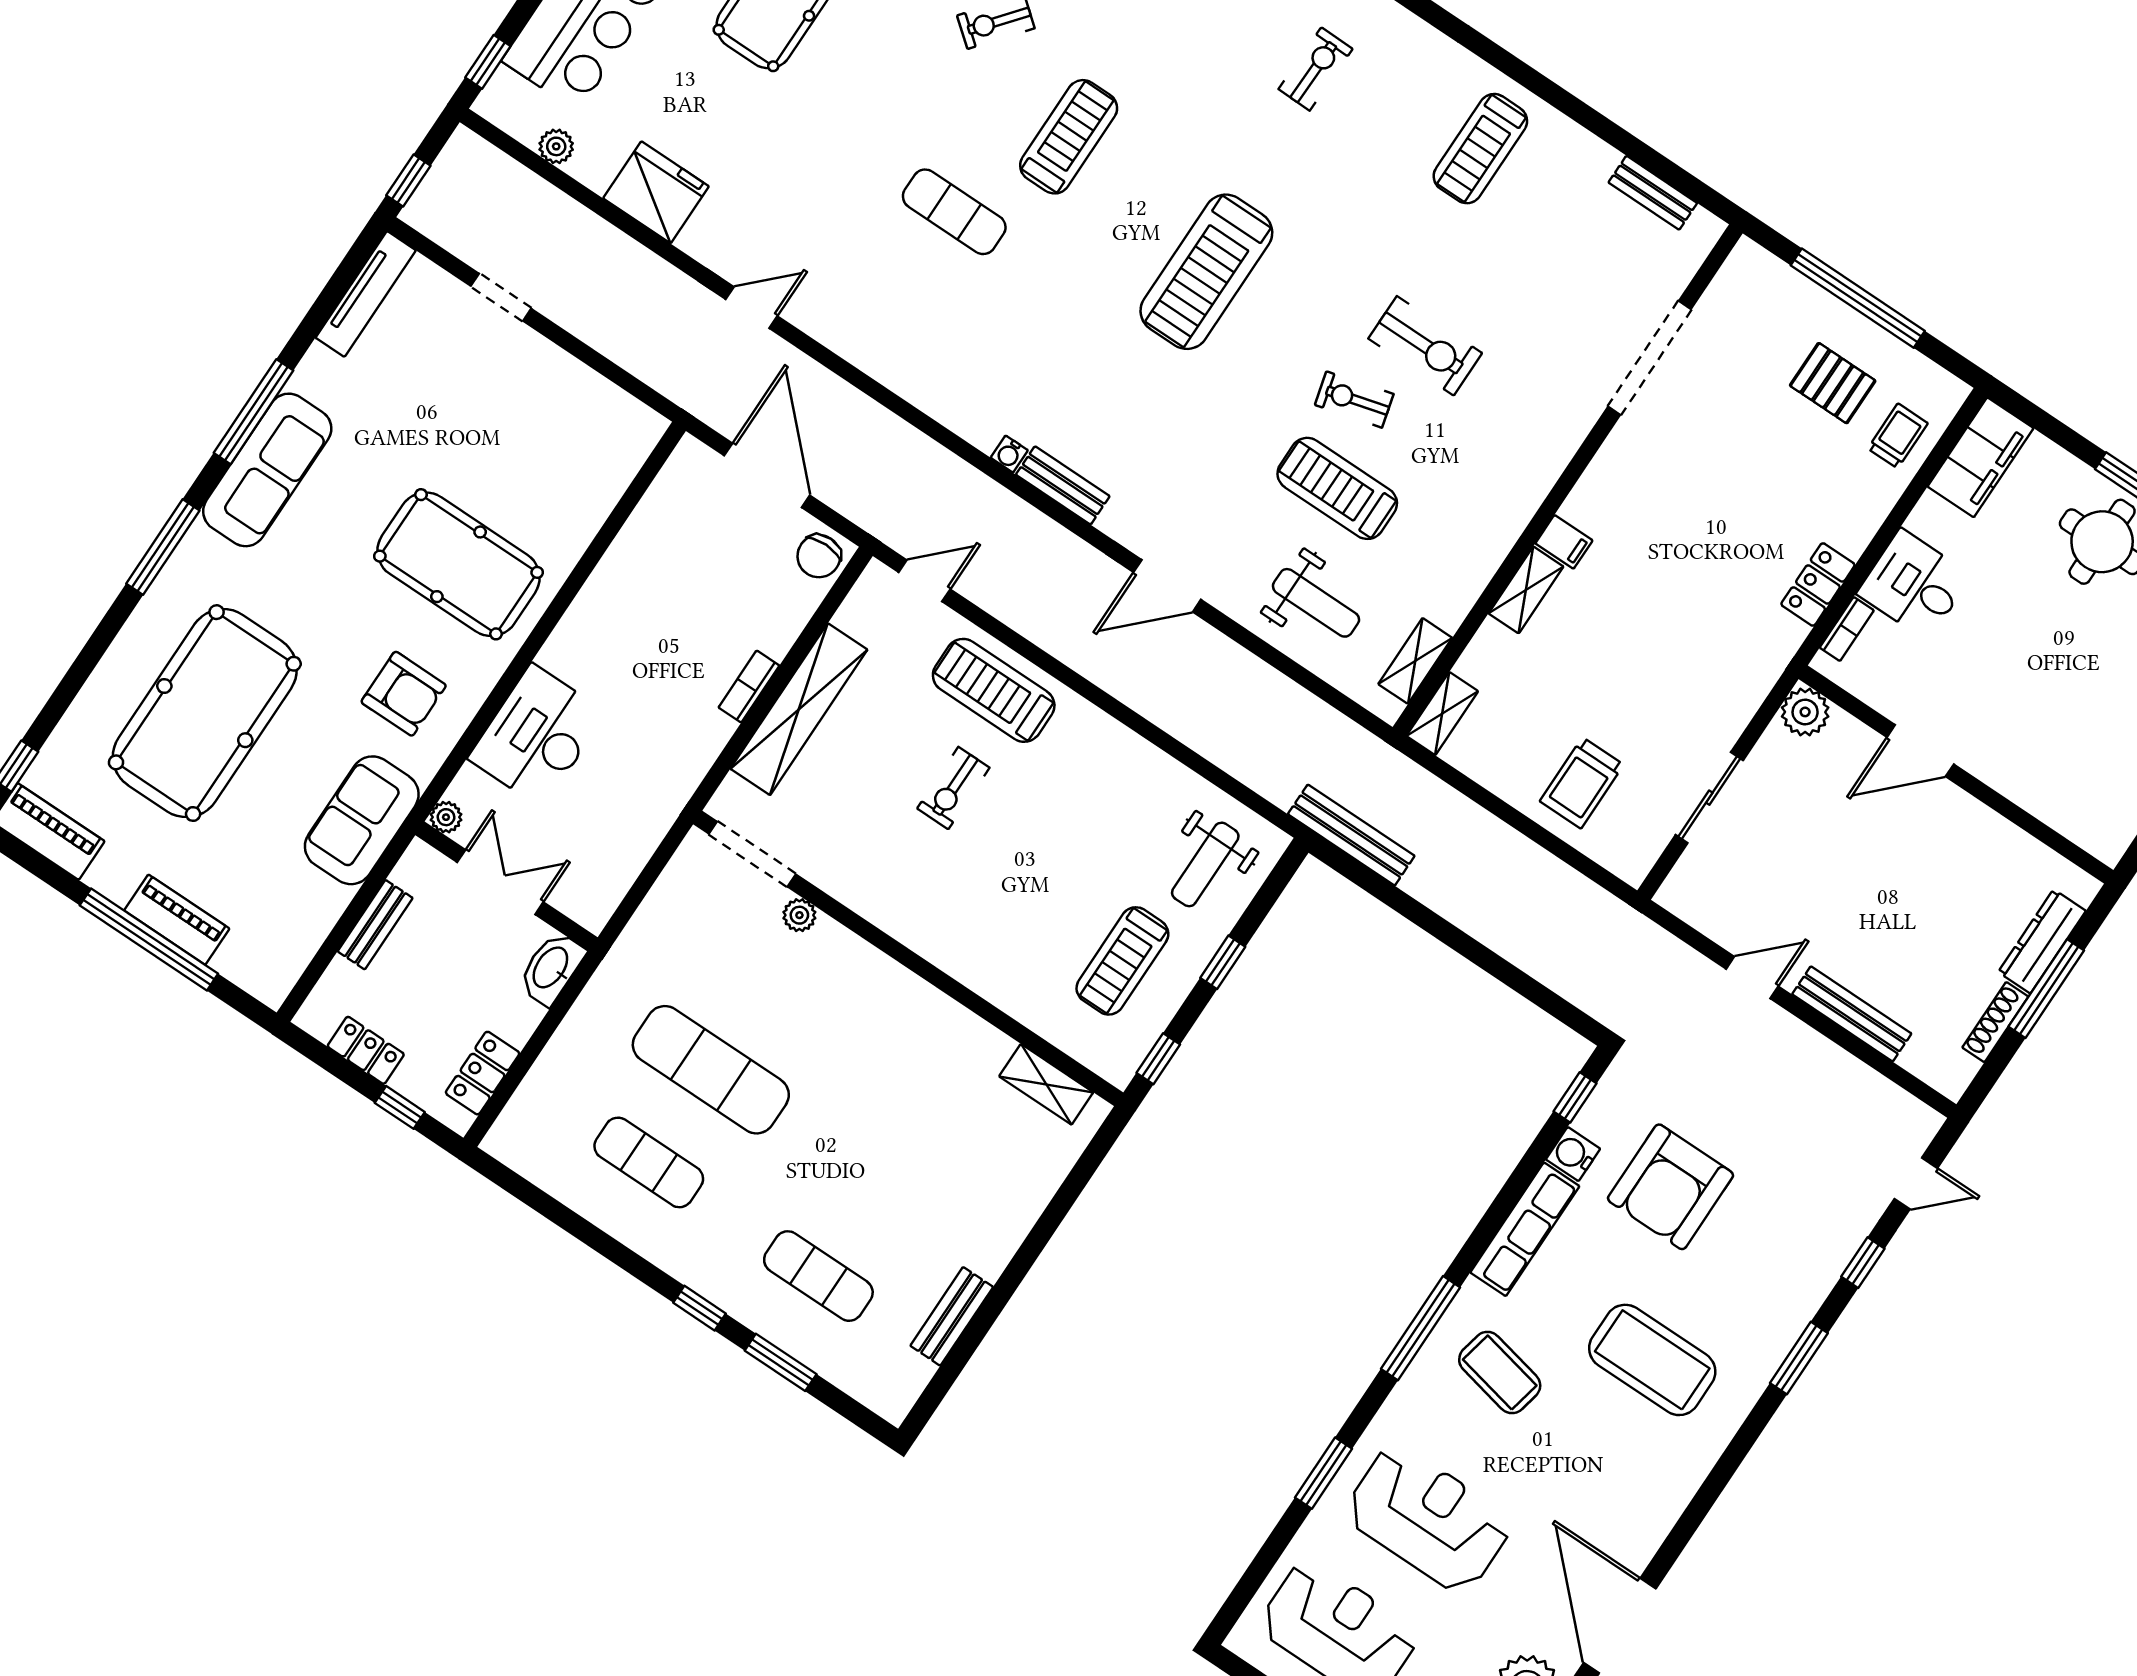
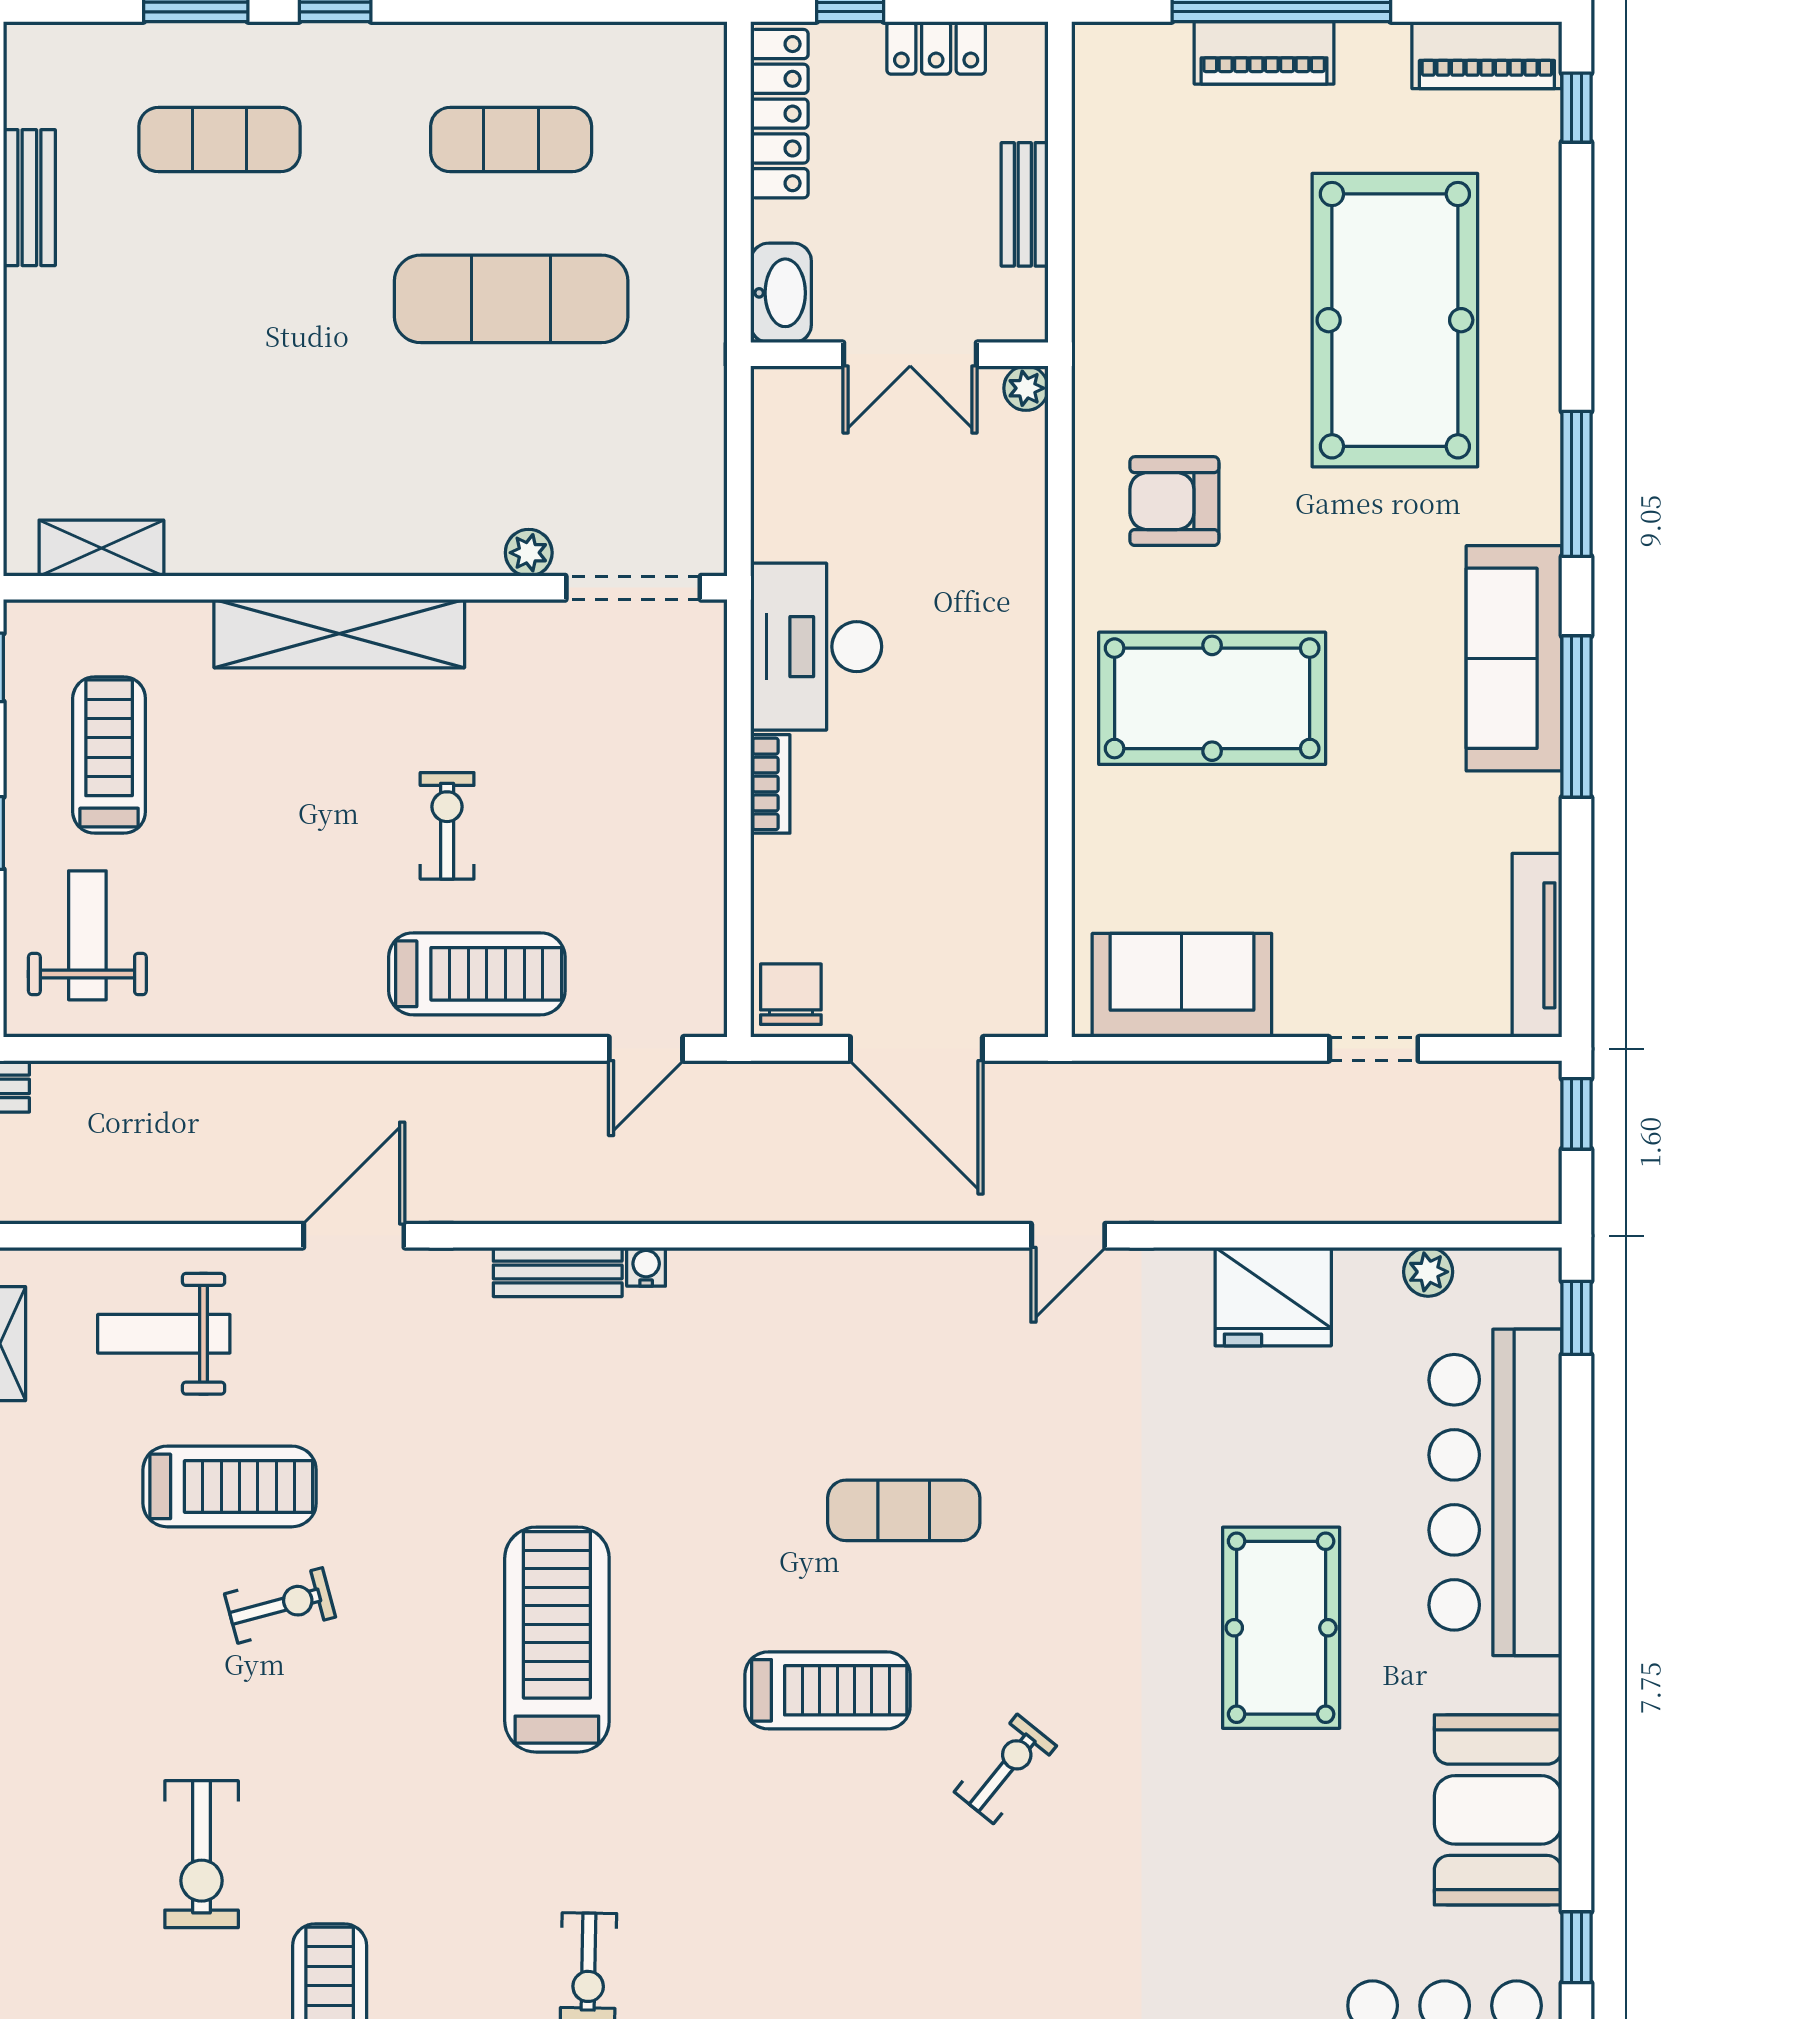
treadmill: (1069, 137) -> (828, 1690), turned -90
exercise bike: (1425, 346) -> (202, 1854), moved, turned -90
shelving: (799, 709) -> (339, 634), moved, turned 90
desk: (537, 736) -> (816, 647), moved, turned 180
sofa: (362, 820) -> (1182, 985), moved, turned -90
locker: (483, 1073) -> (779, 114), width x1.53

